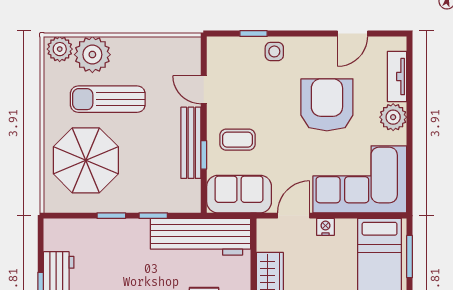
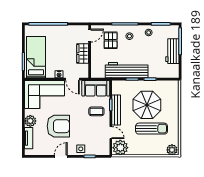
door: (352, 34) -> (61, 156), moved
plant: (92, 55) -> (120, 148), moved
armchair: (327, 105) -> (58, 126), turned -90
parasol: (86, 160) -> (147, 105), moved
door: (294, 216) -> (73, 79), hinge flipped
workbench: (201, 237) -> (127, 70), moved

